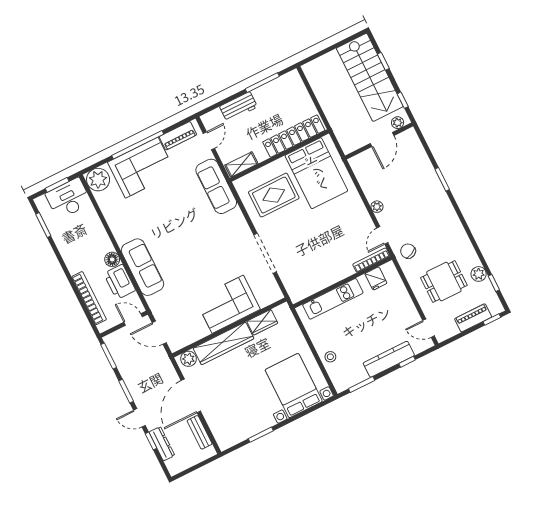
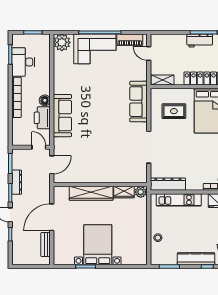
workbench: (238, 107) -> (200, 41), moved
door: (209, 141) -> (149, 53), swing flipped
sofa: (216, 186) -> (138, 102), moved
rug: (274, 195) -> (174, 111), width x0.73, depth x0.70
desk: (68, 199) -> (23, 62), moved, turned -90
dresser: (310, 286) -> (168, 184), added
bookcase: (89, 298) -> (17, 97), moved
corner sofa: (228, 304) -> (107, 169), removed
door: (159, 333) -> (52, 165), swing flipped
plant: (188, 359) -> (141, 192), moved
bed with nightstands: (294, 386) -> (98, 245), moved
dresser: (162, 444) -> (17, 182), moved

